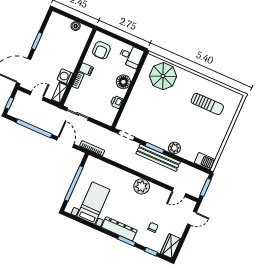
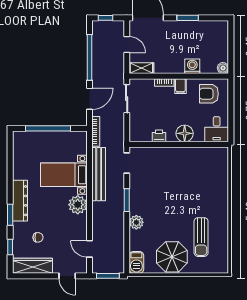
boiler: (76, 26) -> (223, 68), moved
washing machine: (65, 76) -> (192, 66), moved
parasol: (163, 76) -> (172, 257), moved
bench: (158, 158) -> (99, 174), moved
bed with nightstands: (93, 203) -> (64, 175), moved, turned 180
wardrobe: (171, 246) -> (32, 266), width x1.50

